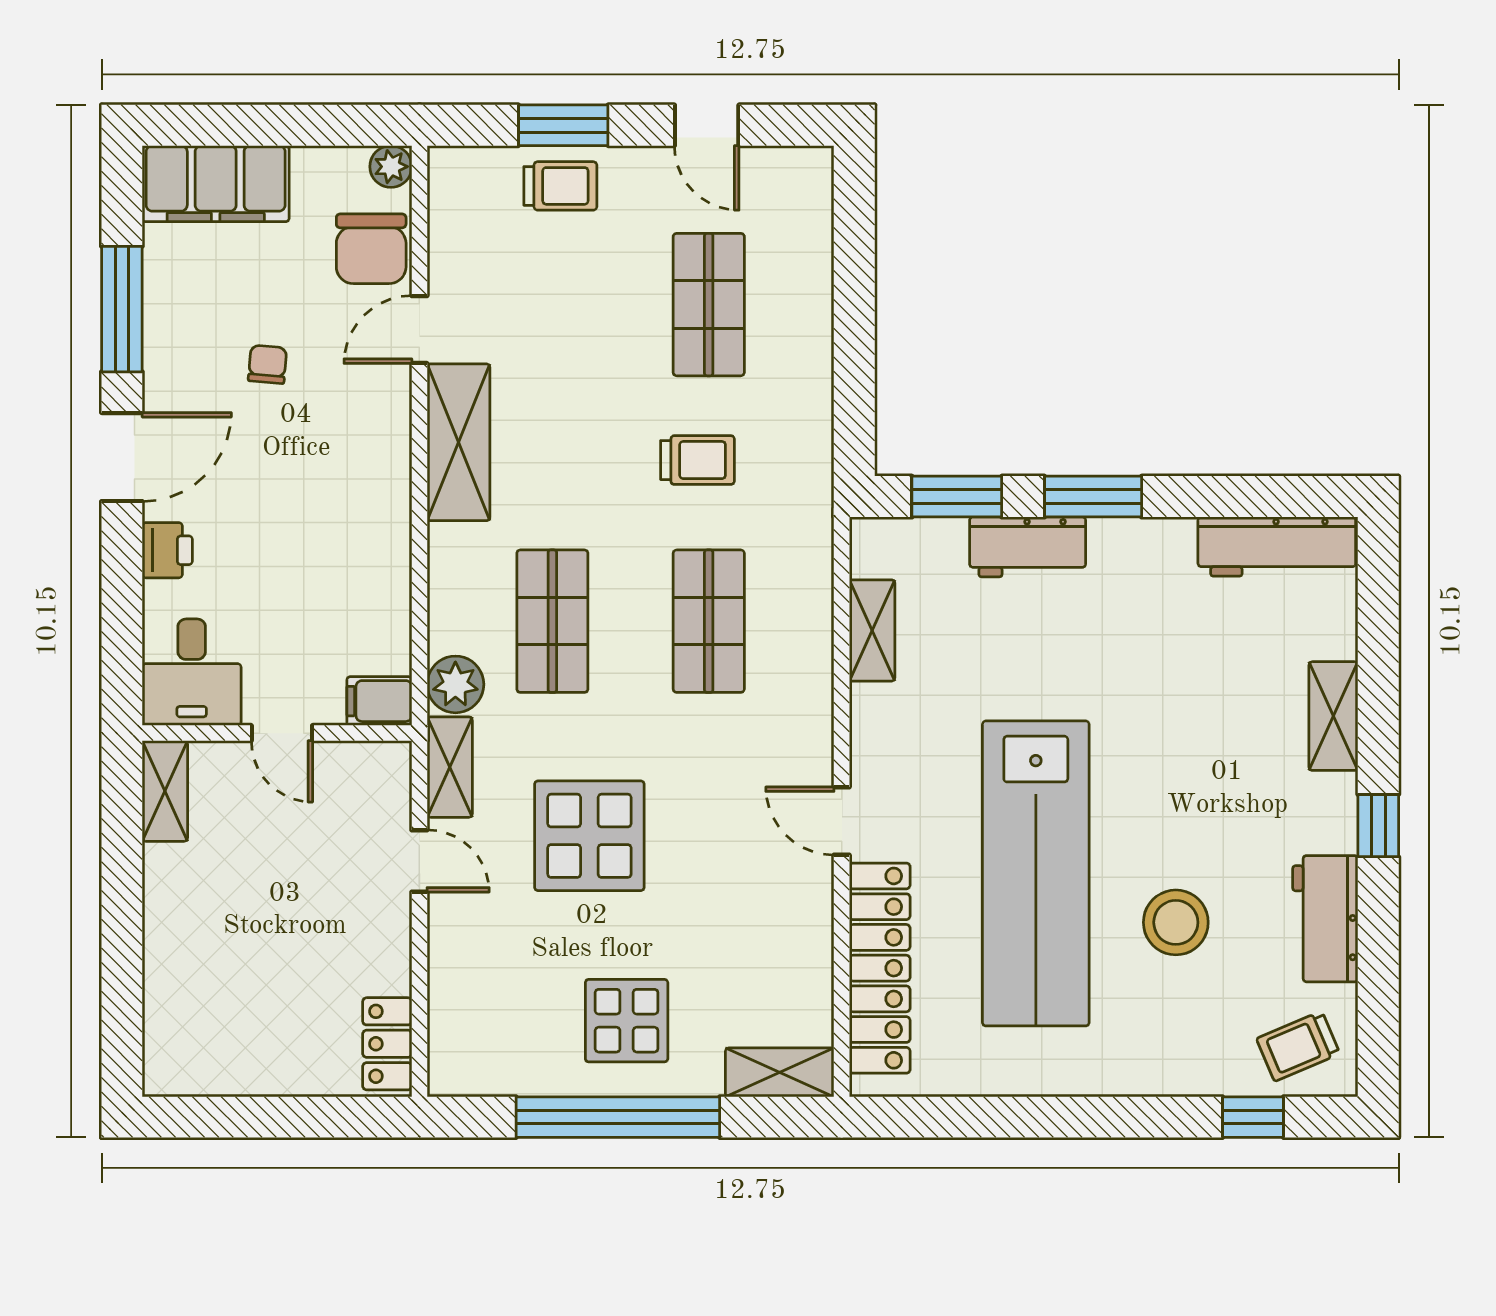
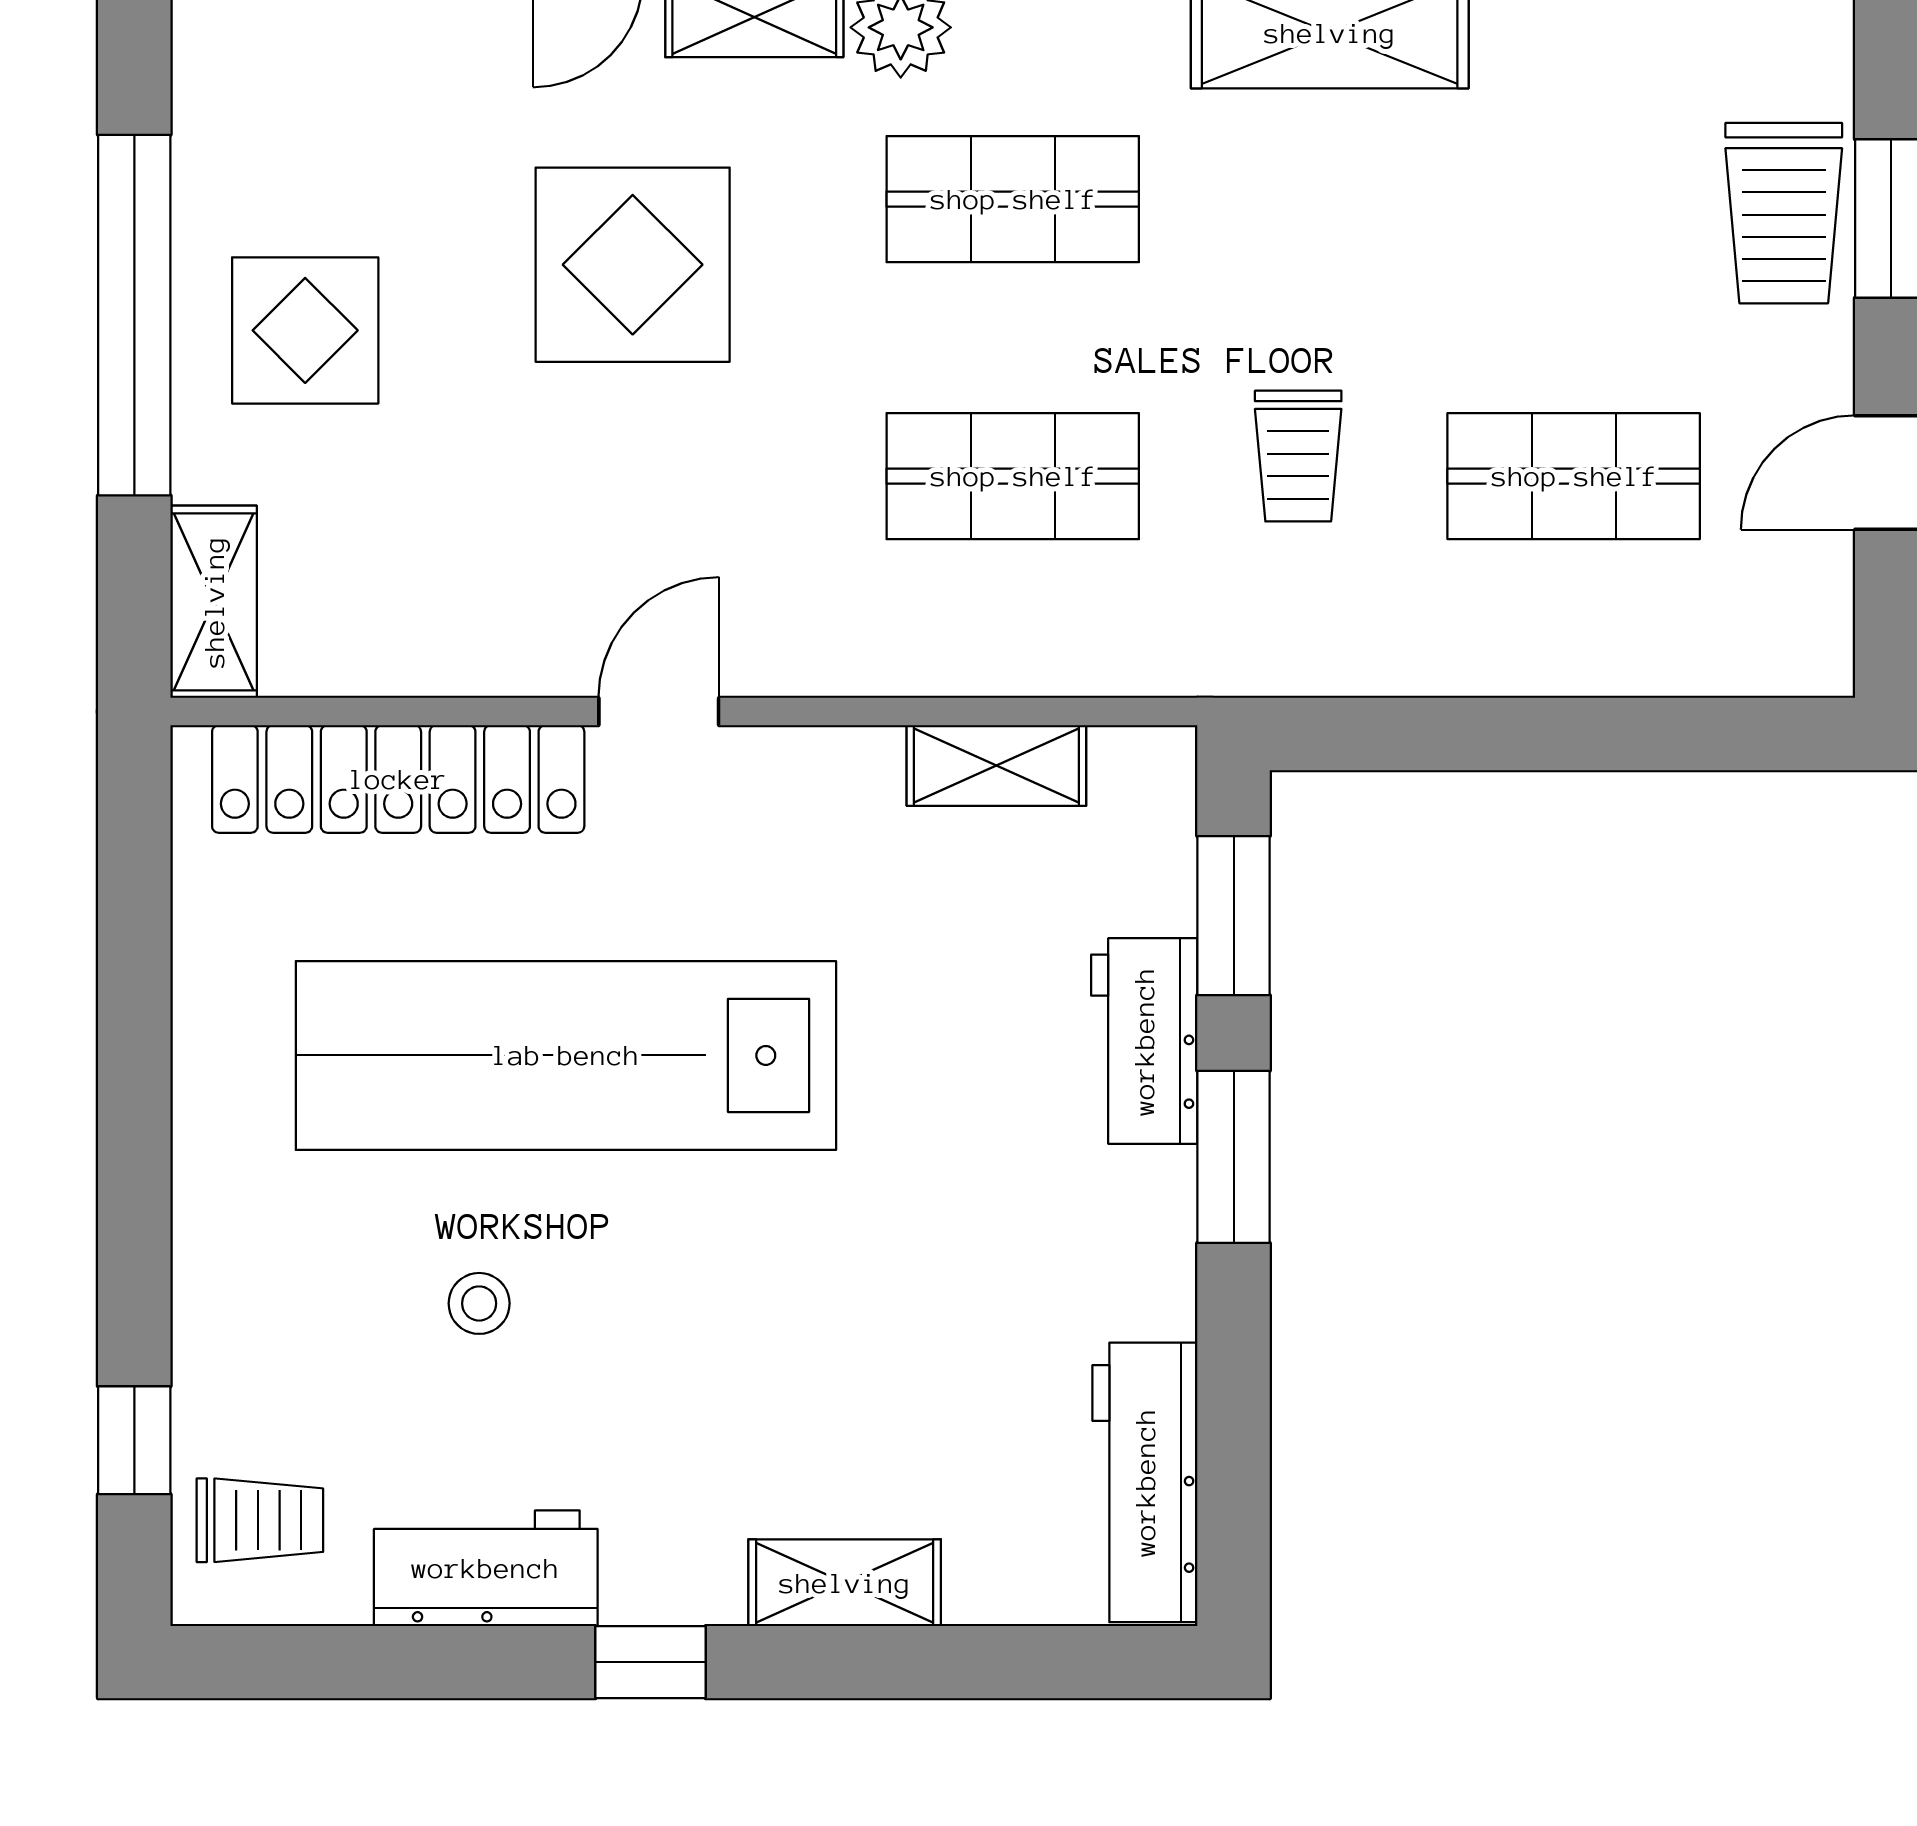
trolley: (560, 186) -> (1784, 213), width x1.36, depth x1.39
stool: (1176, 922) -> (479, 1303), width x0.53, depth x0.53
trolley: (1298, 1046) -> (260, 1520), turned 113

